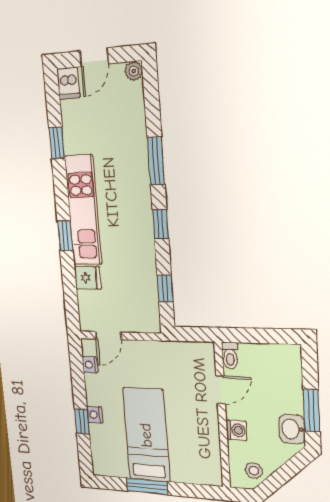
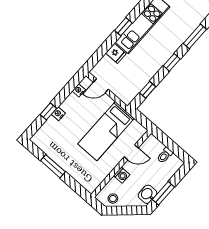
toilet: (230, 356) -> (165, 155), moved
bed: (146, 435) -> (106, 131), moved, turned 180

